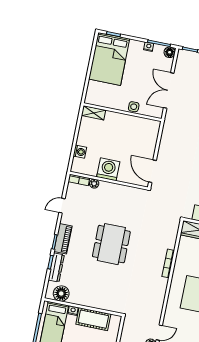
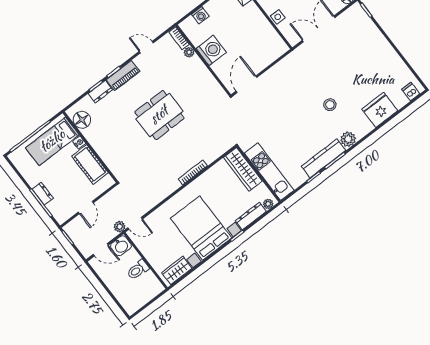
dresser: (56, 267) -> (100, 92), width x0.70

